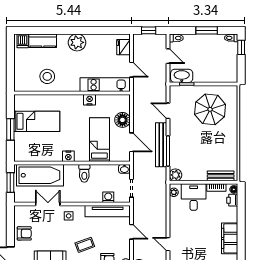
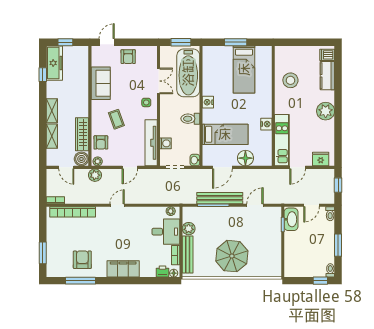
parasol: (210, 109) -> (232, 256), moved
plant: (176, 175) -> (189, 229), moved
bench: (221, 176) -> (188, 254), width x1.36

